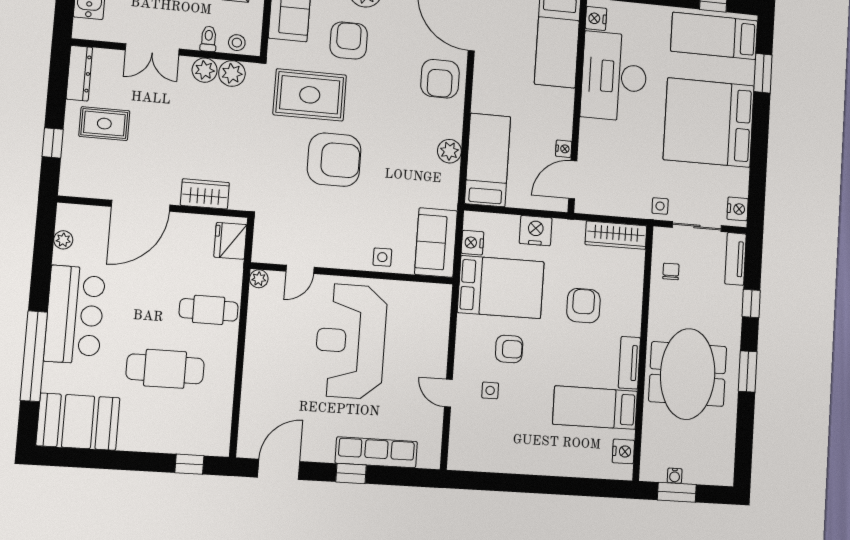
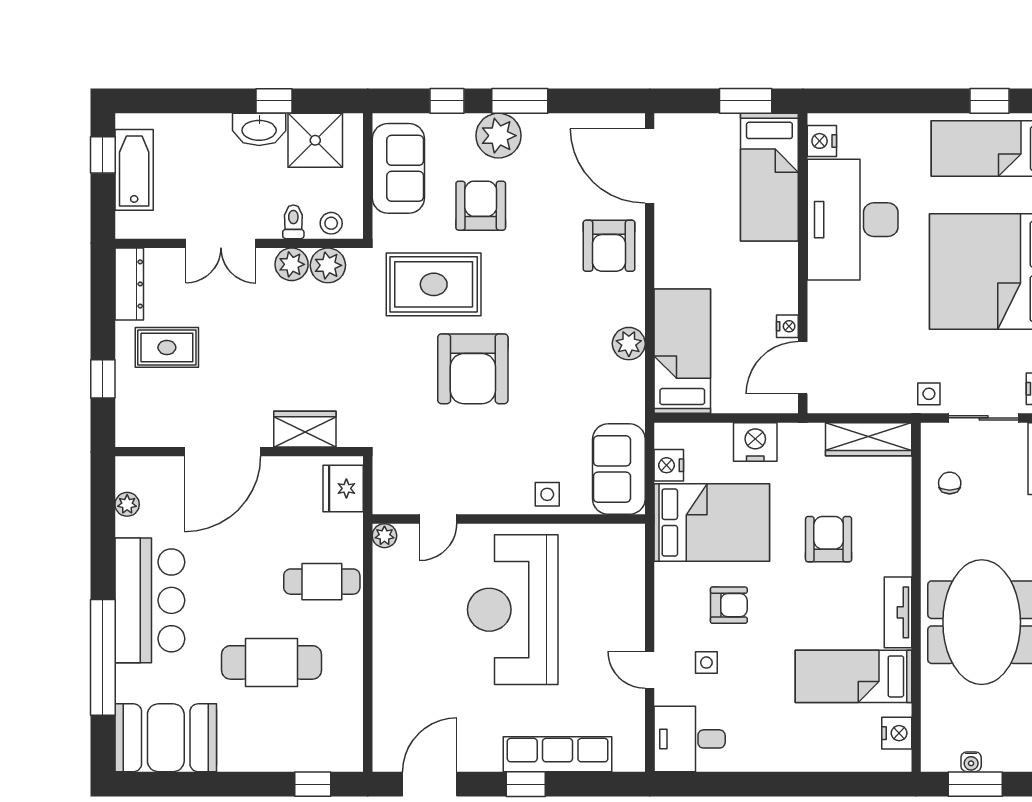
armchair: (334, 160) -> (473, 369), turned 90
desk: (474, 447) -> (690, 739), added

